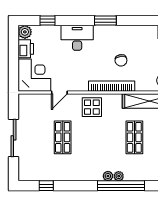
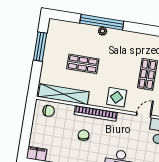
shop shelf: (134, 137) -> (83, 64), turned 90
plant: (108, 176) -> (112, 33), removed

